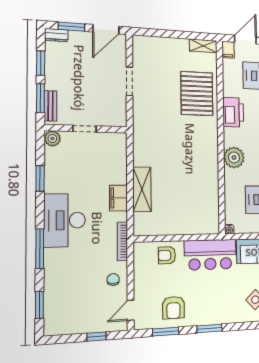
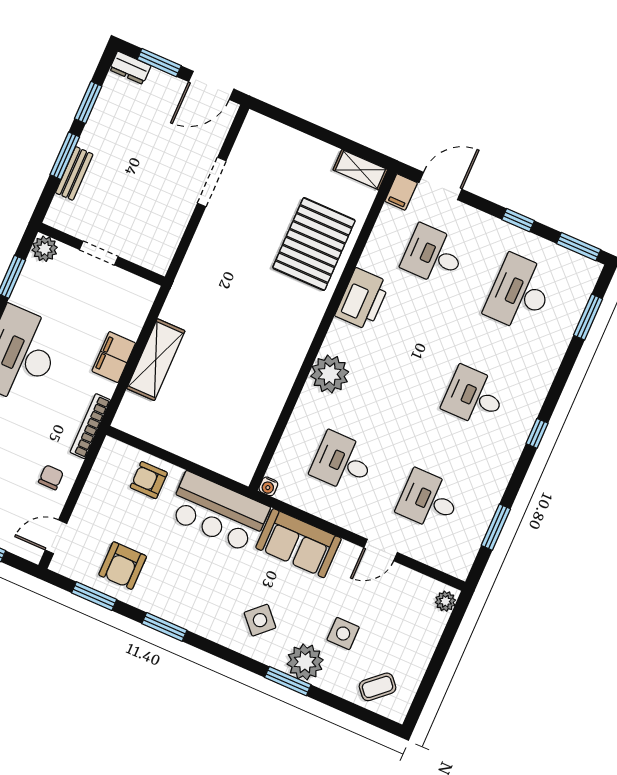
doorway: (85, 129) -> (99, 253), moved
wall: (86, 129) -> (101, 254), moved
plant: (52, 139) -> (45, 249), moved

